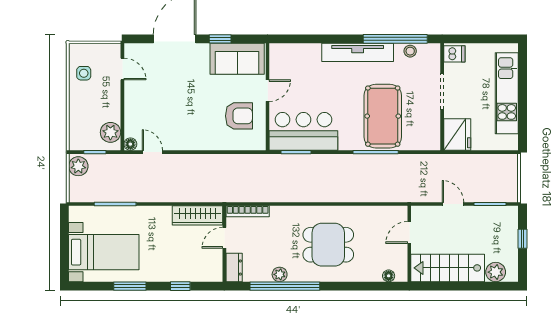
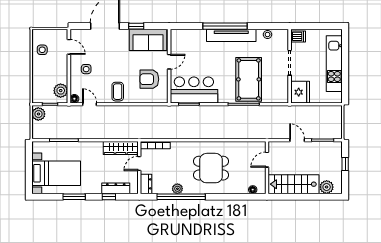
window: (395, 39) -> (225, 26), moved
side table: (147, 101) -> (86, 69), added
armchair: (239, 116) -> (149, 79), turned 180
coffee table: (193, 134) -> (118, 92), added
dresser: (190, 274) -> (116, 188), added

